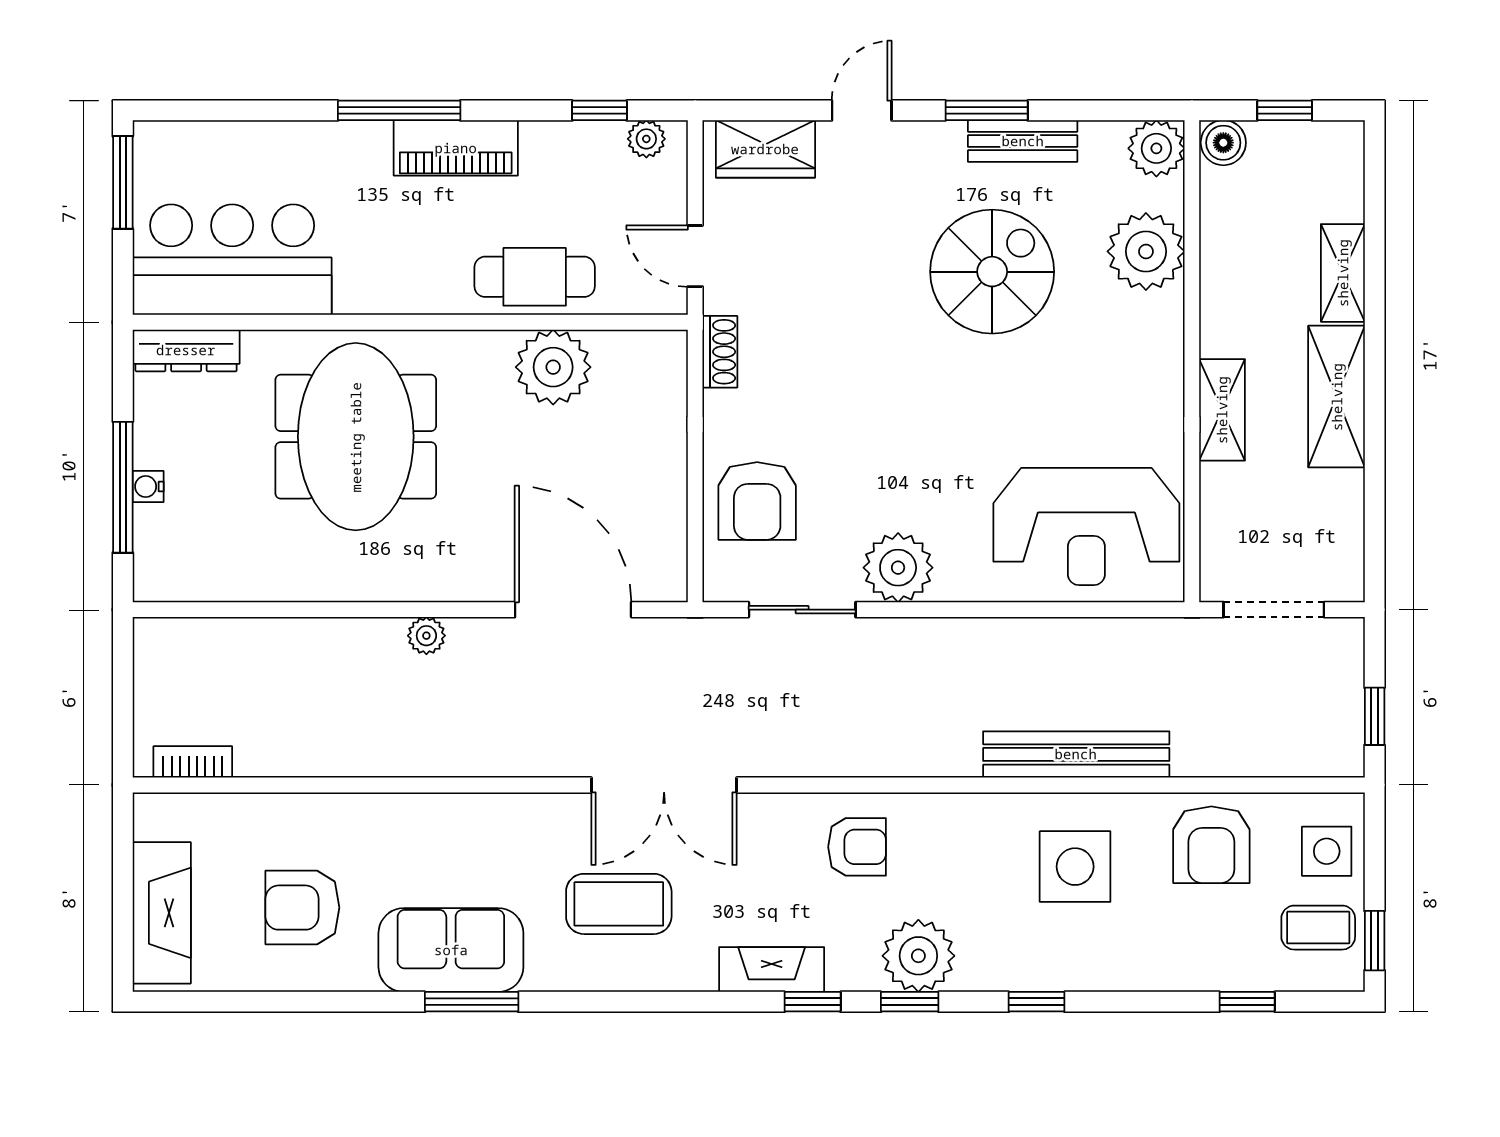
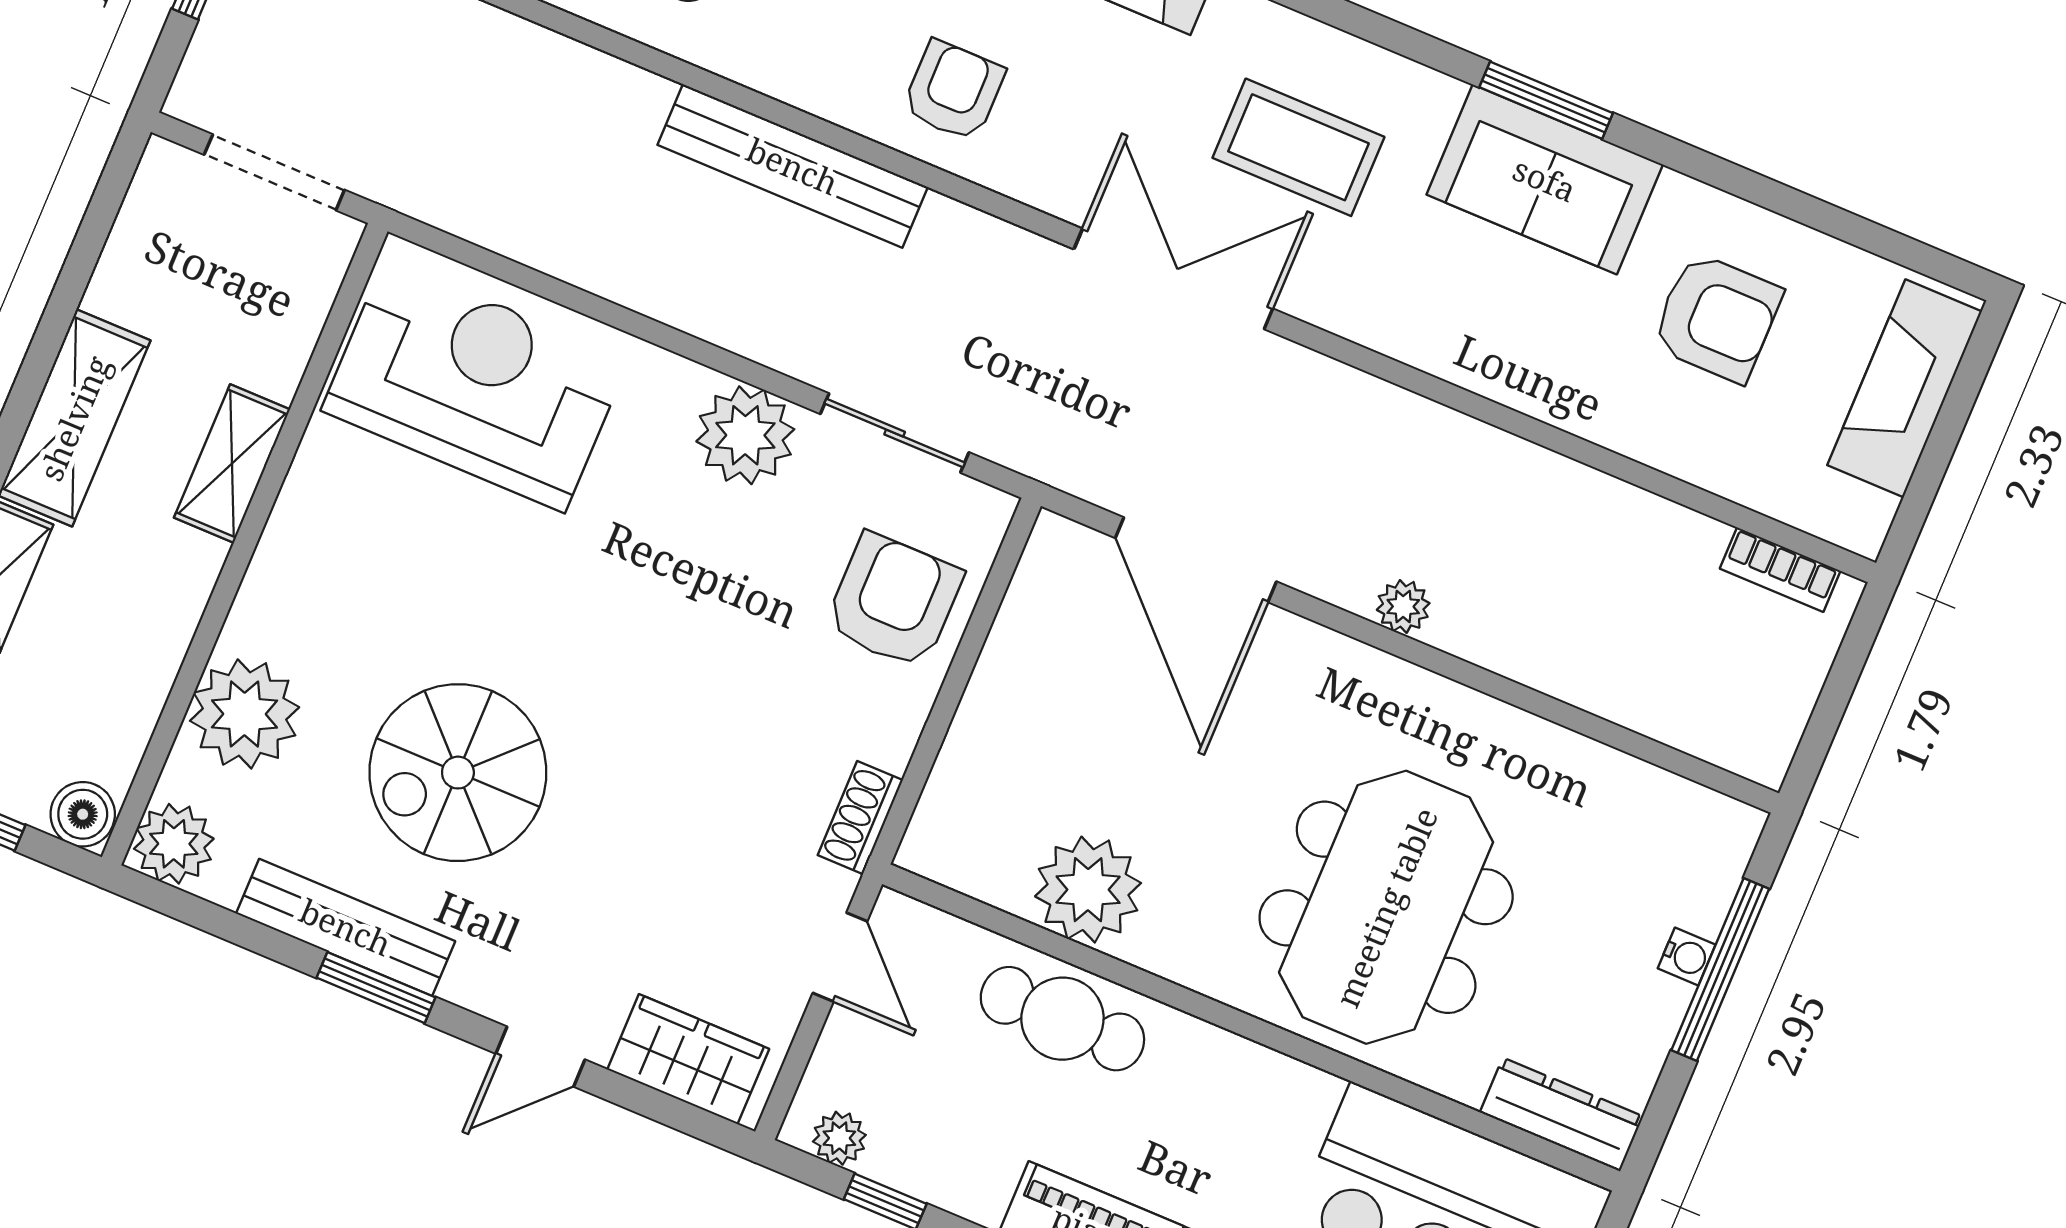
bench: (1023, 141) -> (346, 927), width x1.36
bench: (1076, 754) -> (793, 166), moved
armchair: (857, 847) -> (954, 91), turned 90

